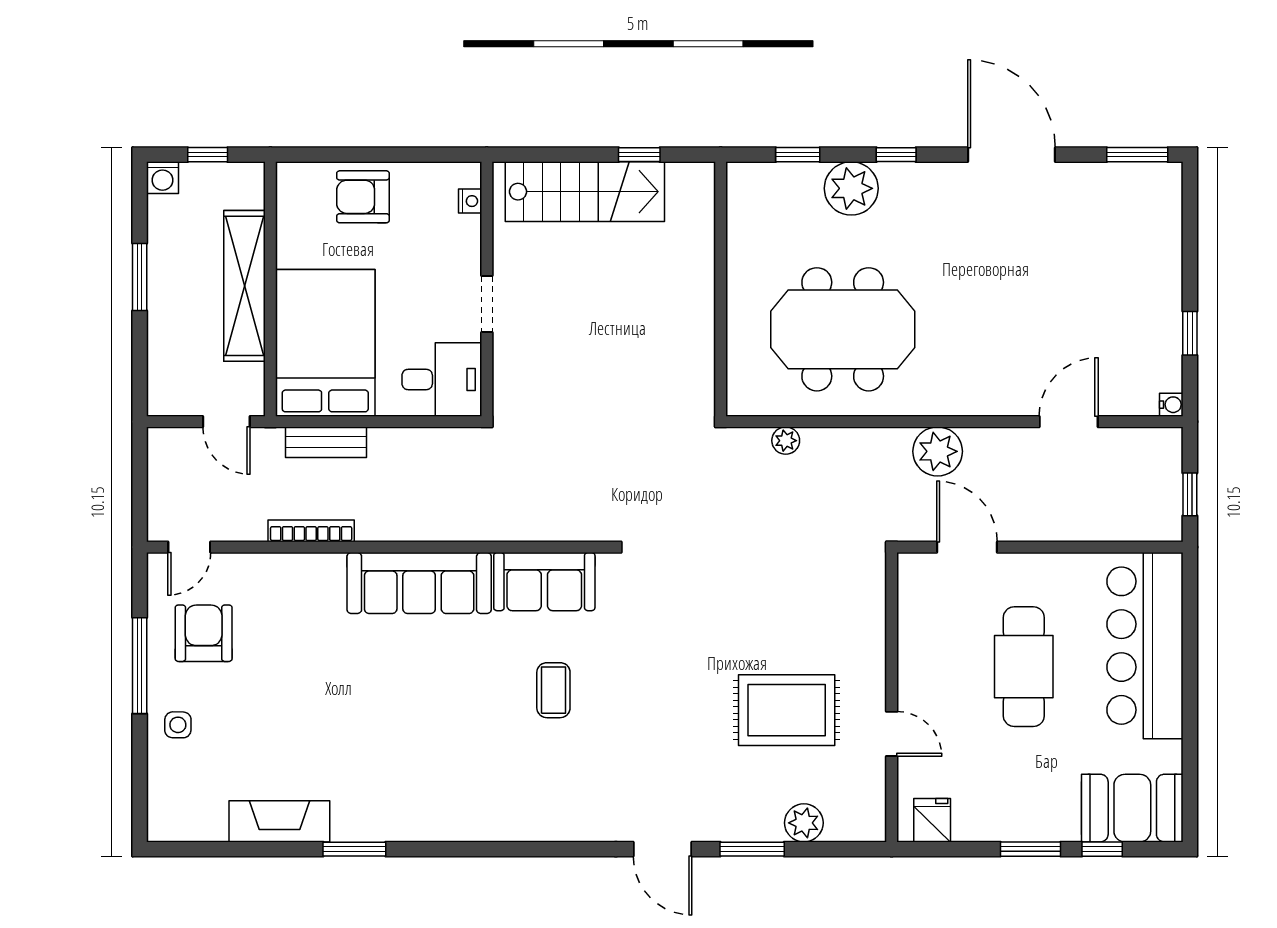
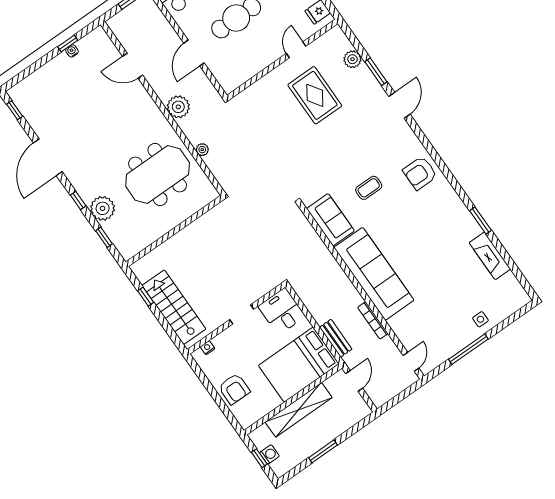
window: (1137, 155) -> (15, 110), width x0.67
washing machine: (163, 178) -> (269, 454), moved
meeting table: (843, 329) -> (158, 175), turned 90
water cooler: (1171, 405) -> (72, 51), moved
plant: (786, 441) -> (202, 150), moved
door: (189, 547) -> (411, 362), hinge flipped
door: (967, 547) -> (194, 53), moved
sofa: (419, 583) -> (374, 274), width x1.36, depth x1.27
armchair: (204, 633) -> (420, 173), moved

